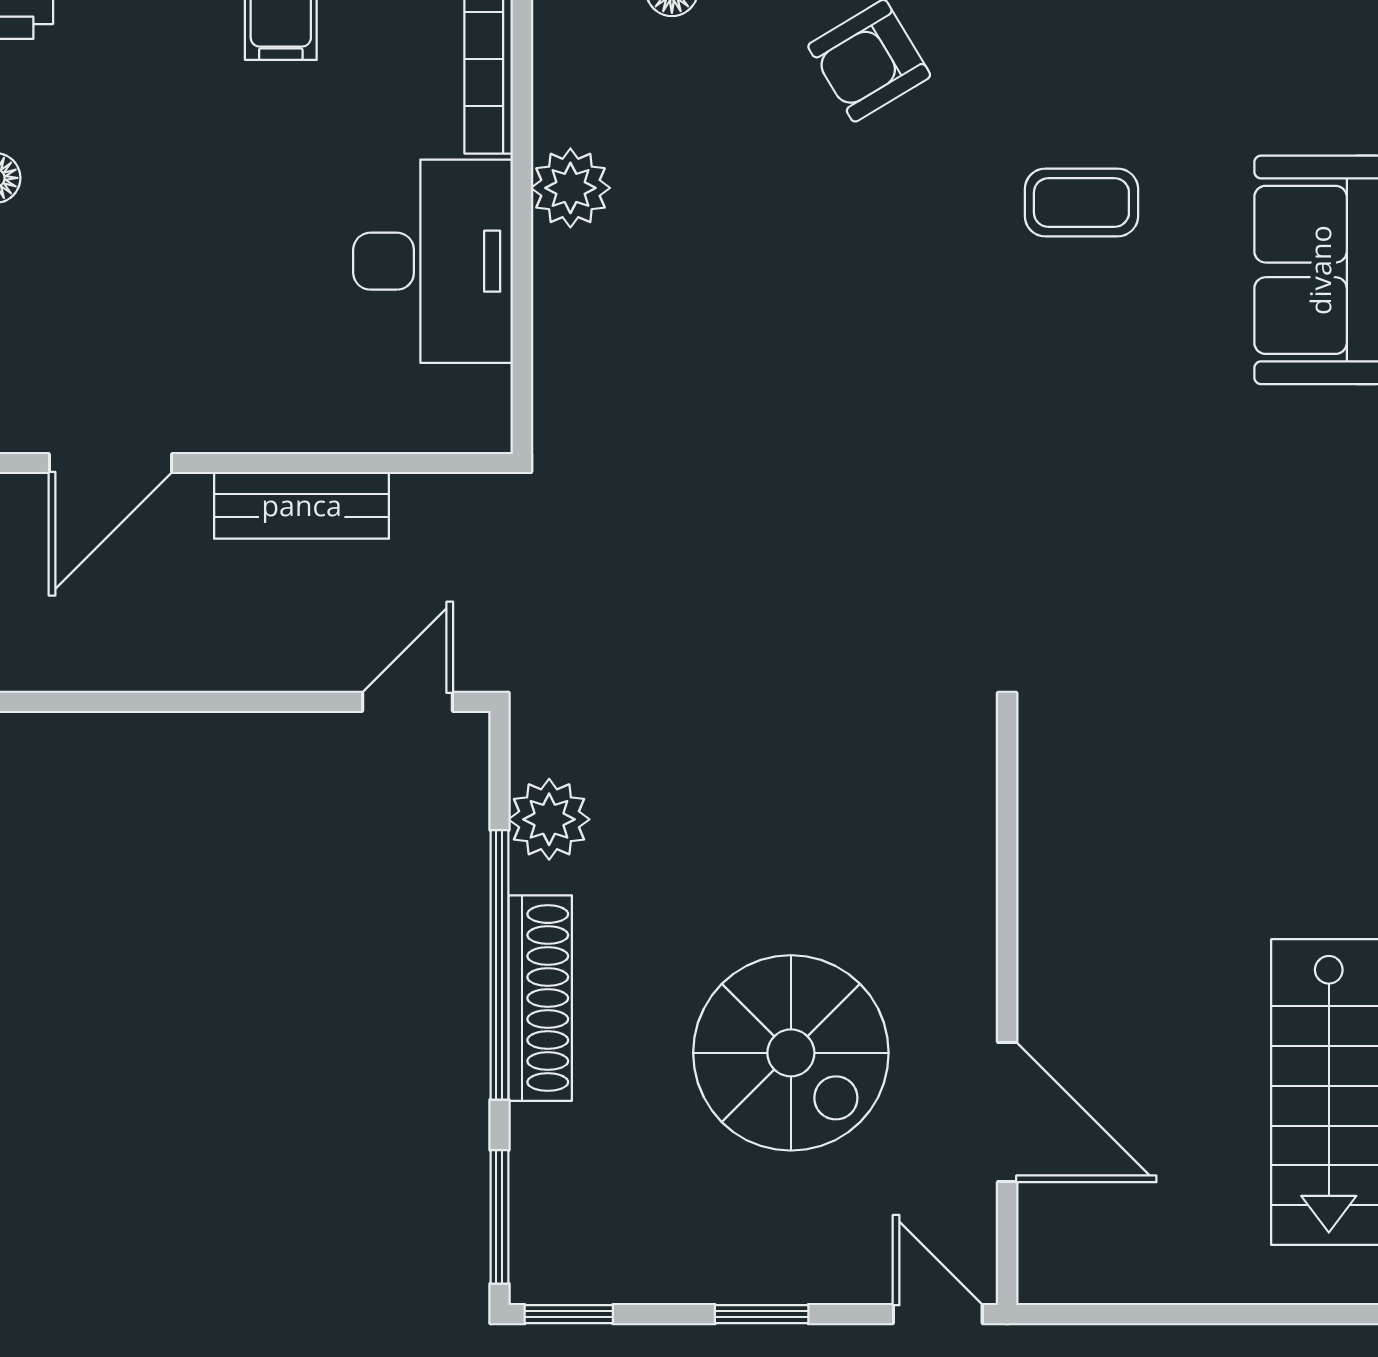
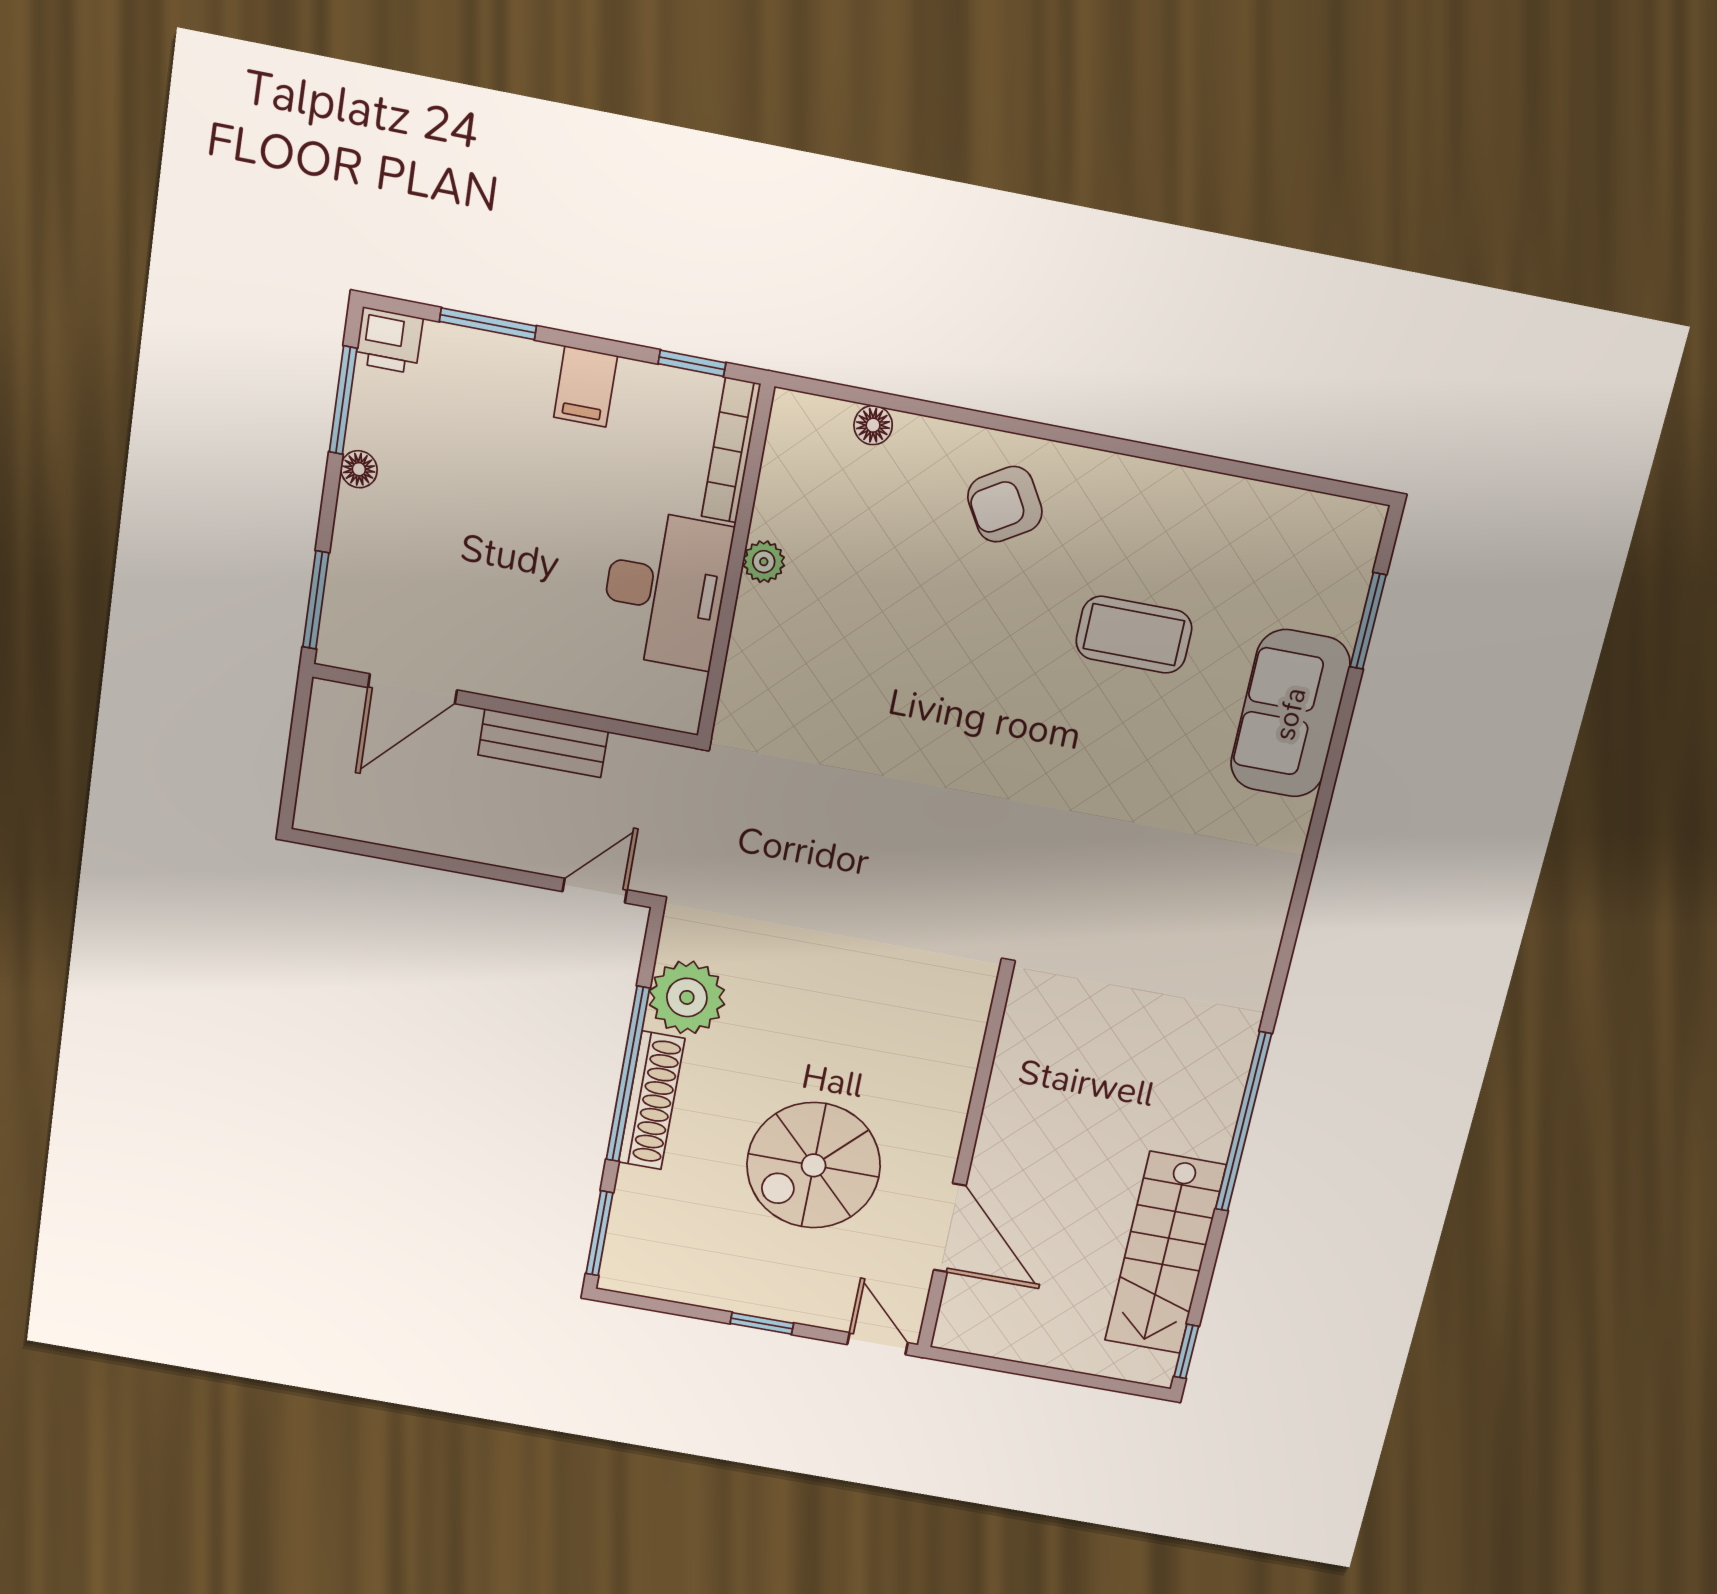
plant: (570, 188) -> (764, 562), width x0.73, depth x0.73
coffee table: (1081, 203) -> (1134, 635), width x1.36, depth x1.30
plant: (549, 819) -> (687, 997), width x1.36, depth x1.36
spiral stairs: (791, 1053) -> (814, 1165), turned 90
window: (569, 1314) -> (635, 1301), removed

